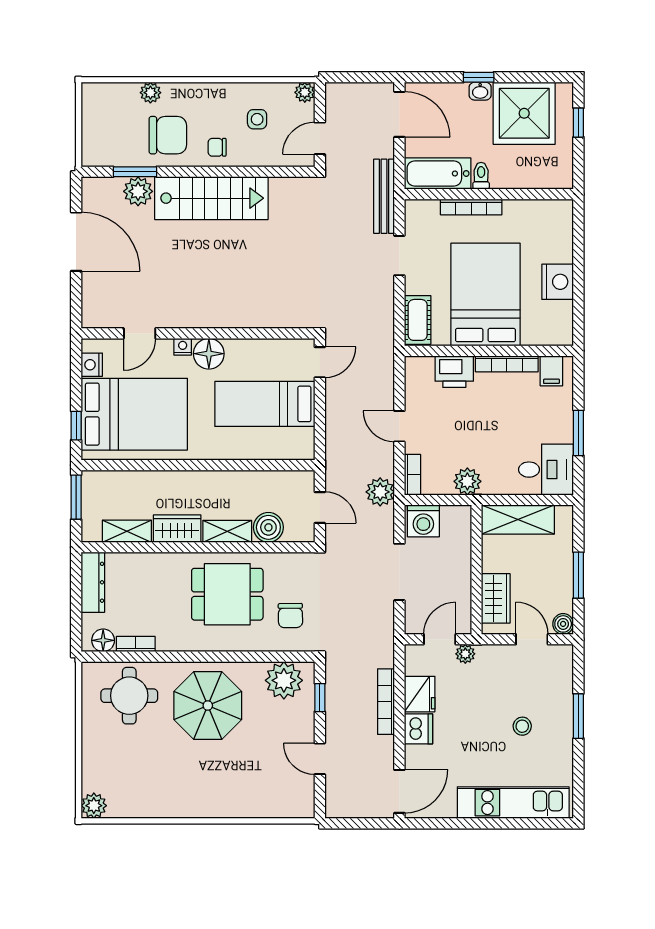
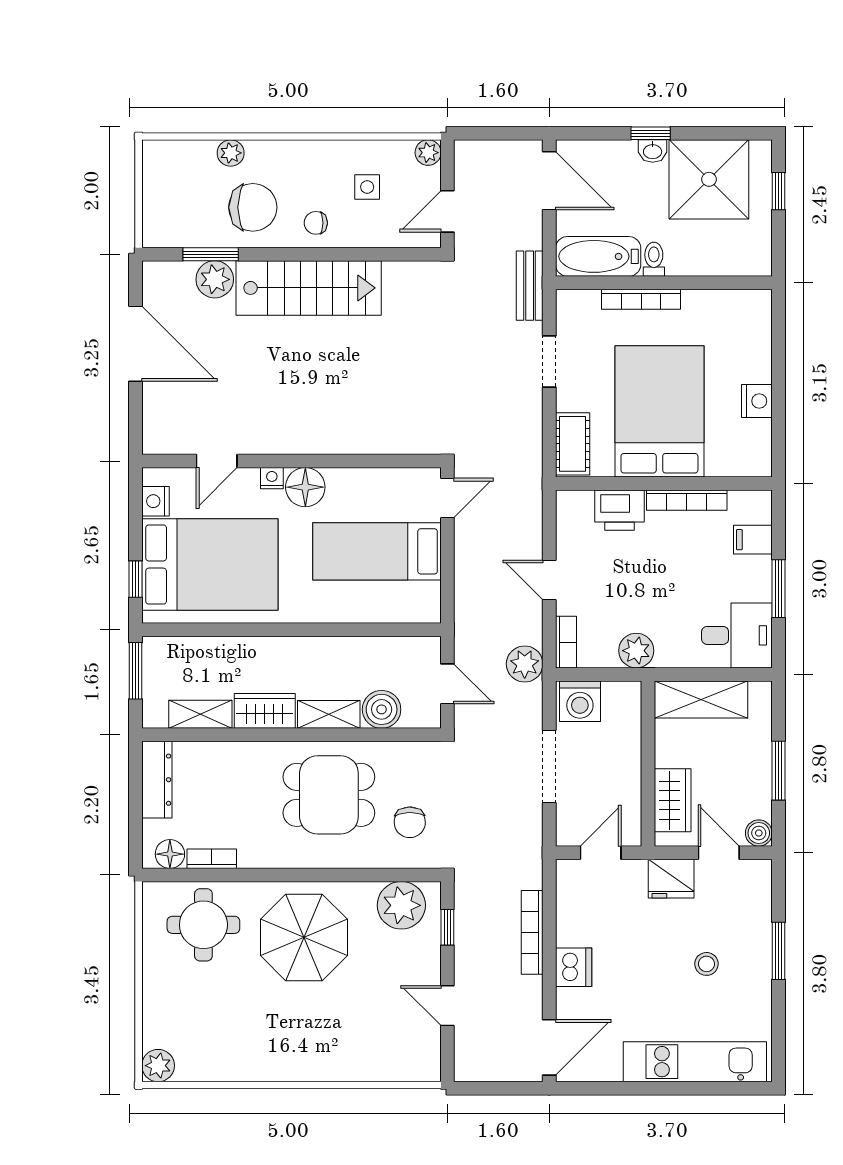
bench: (384, 196) -> (530, 286), width x0.73
nightstand: (558, 282) -> (757, 401), width x0.74, depth x0.75
filing cabinet: (551, 371) -> (753, 540), moved, turned 90
plant: (465, 654) -> (634, 871), removed
fridge: (420, 694) -> (671, 879), moved, turned 90

